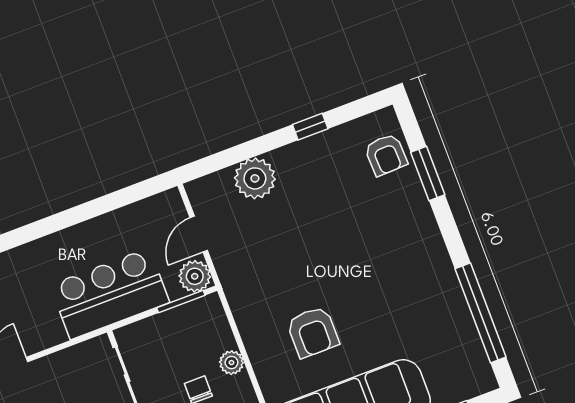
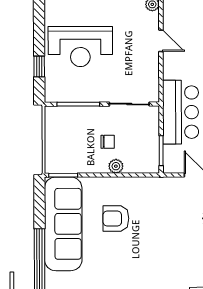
plant: (195, 276) -> (172, 164), removed

